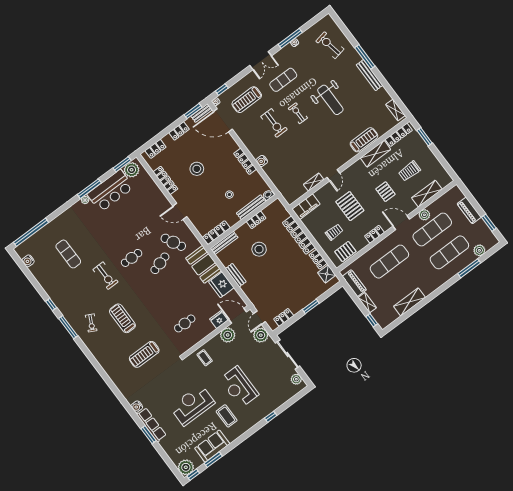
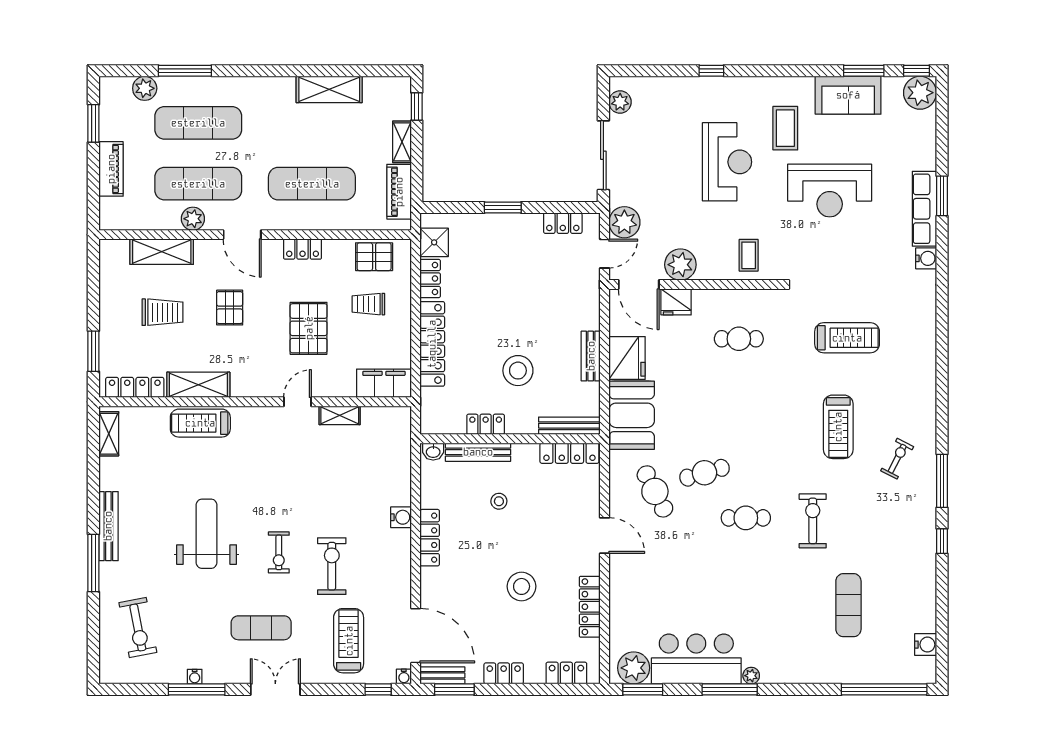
treadmill: (247, 100) -> (349, 641), turned -90

